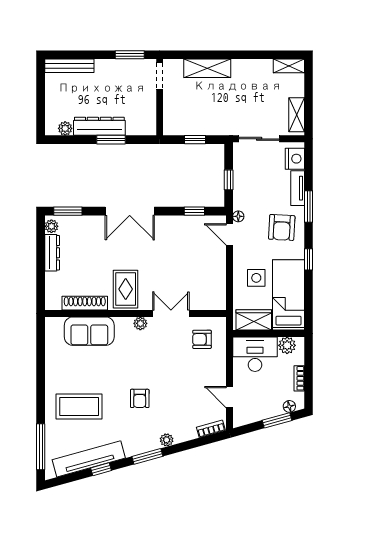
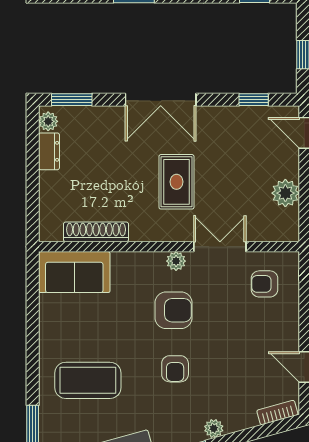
dresser: (52, 253) -> (49, 151), width x0.70
plant: (217, 276) -> (285, 193), added
rug: (126, 289) -> (176, 182), moved
sofa: (89, 331) -> (74, 272), moved
armchair: (139, 358) -> (174, 310), added

